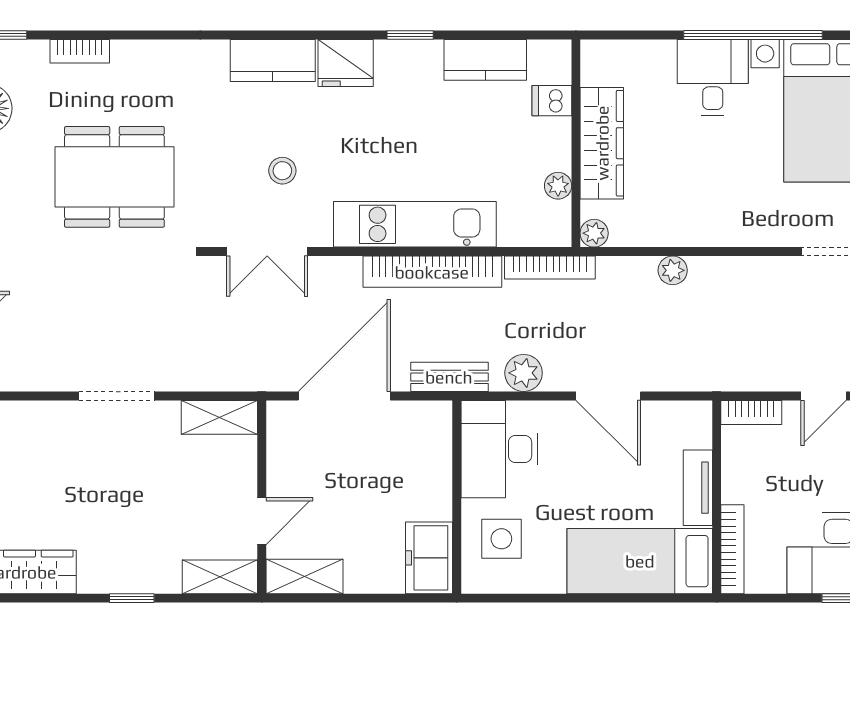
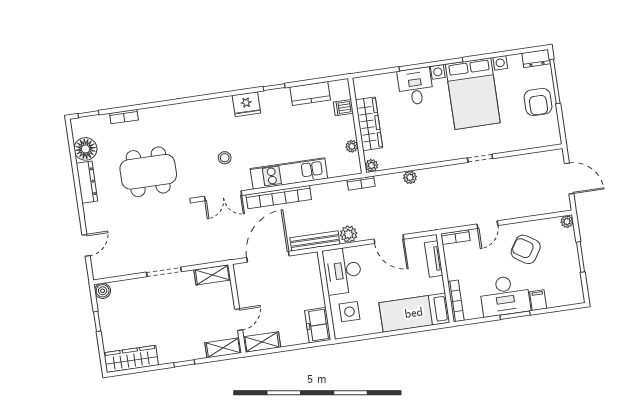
kitchen counter: (273, 60) -> (213, 108), removed
bookcase: (550, 267) -> (361, 183), width x0.64
bookcase: (432, 272) -> (279, 197), moved
bench: (449, 377) -> (315, 241), width x1.36
tv unit: (698, 488) -> (434, 259), moved

